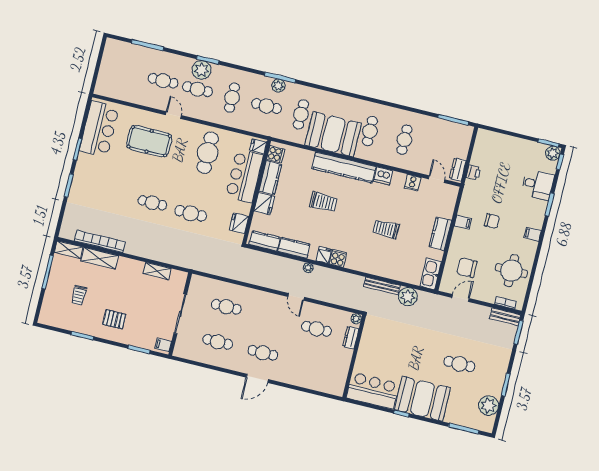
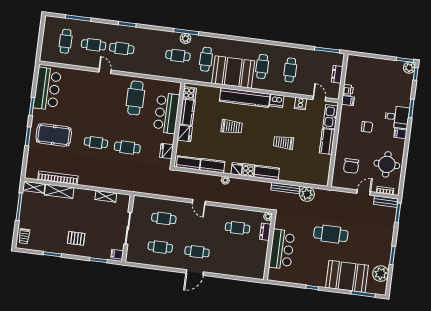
plant: (202, 70) -> (123, 33), removed
cafe table: (232, 98) -> (66, 41), moved
pool table: (149, 141) -> (54, 135), moved
fridge: (258, 146) -> (175, 88), removed
dresser: (458, 169) -> (337, 74), moved
desk: (538, 185) -> (397, 117), moved
filing cabinet: (463, 222) -> (348, 101), moved
kitchen counter: (361, 264) -> (267, 173), added
chair: (467, 268) -> (351, 166), turned -90
kitchen sink: (431, 274) -> (330, 117), moved
trolley: (79, 295) -> (24, 236), moved
door: (296, 297) -> (199, 202), moved
door: (461, 298) -> (364, 193), moved
cafe table: (459, 364) -> (331, 234), moved, width x1.37, depth x1.35
bar counter: (373, 391) -> (282, 249), moved, turned 90
booth: (422, 399) -> (347, 276), moved

